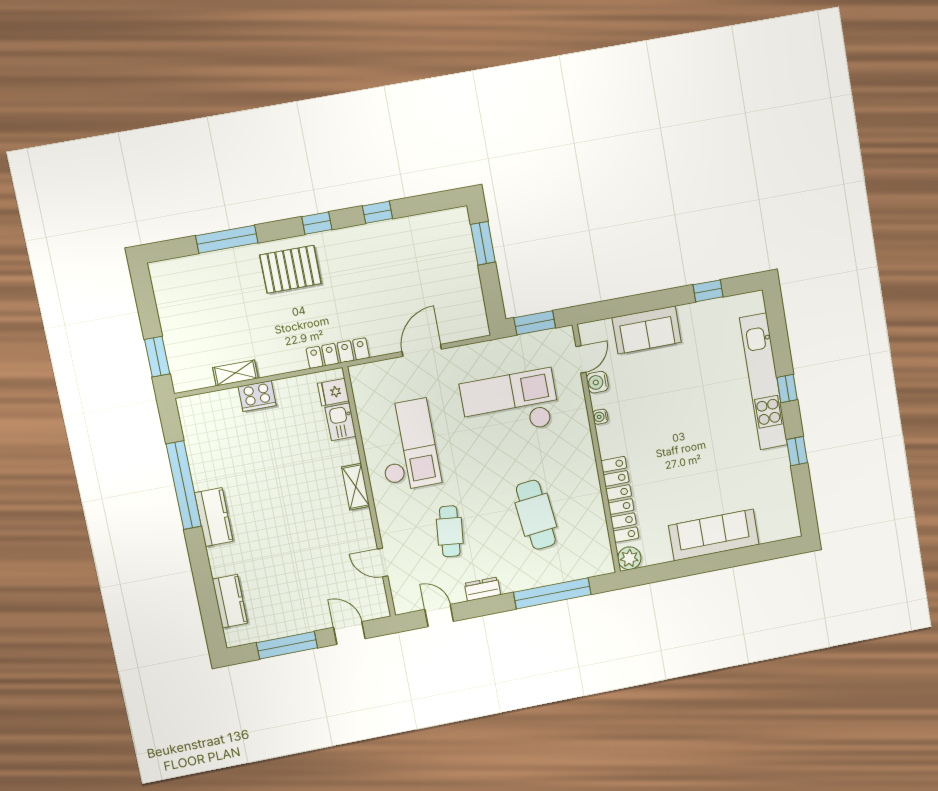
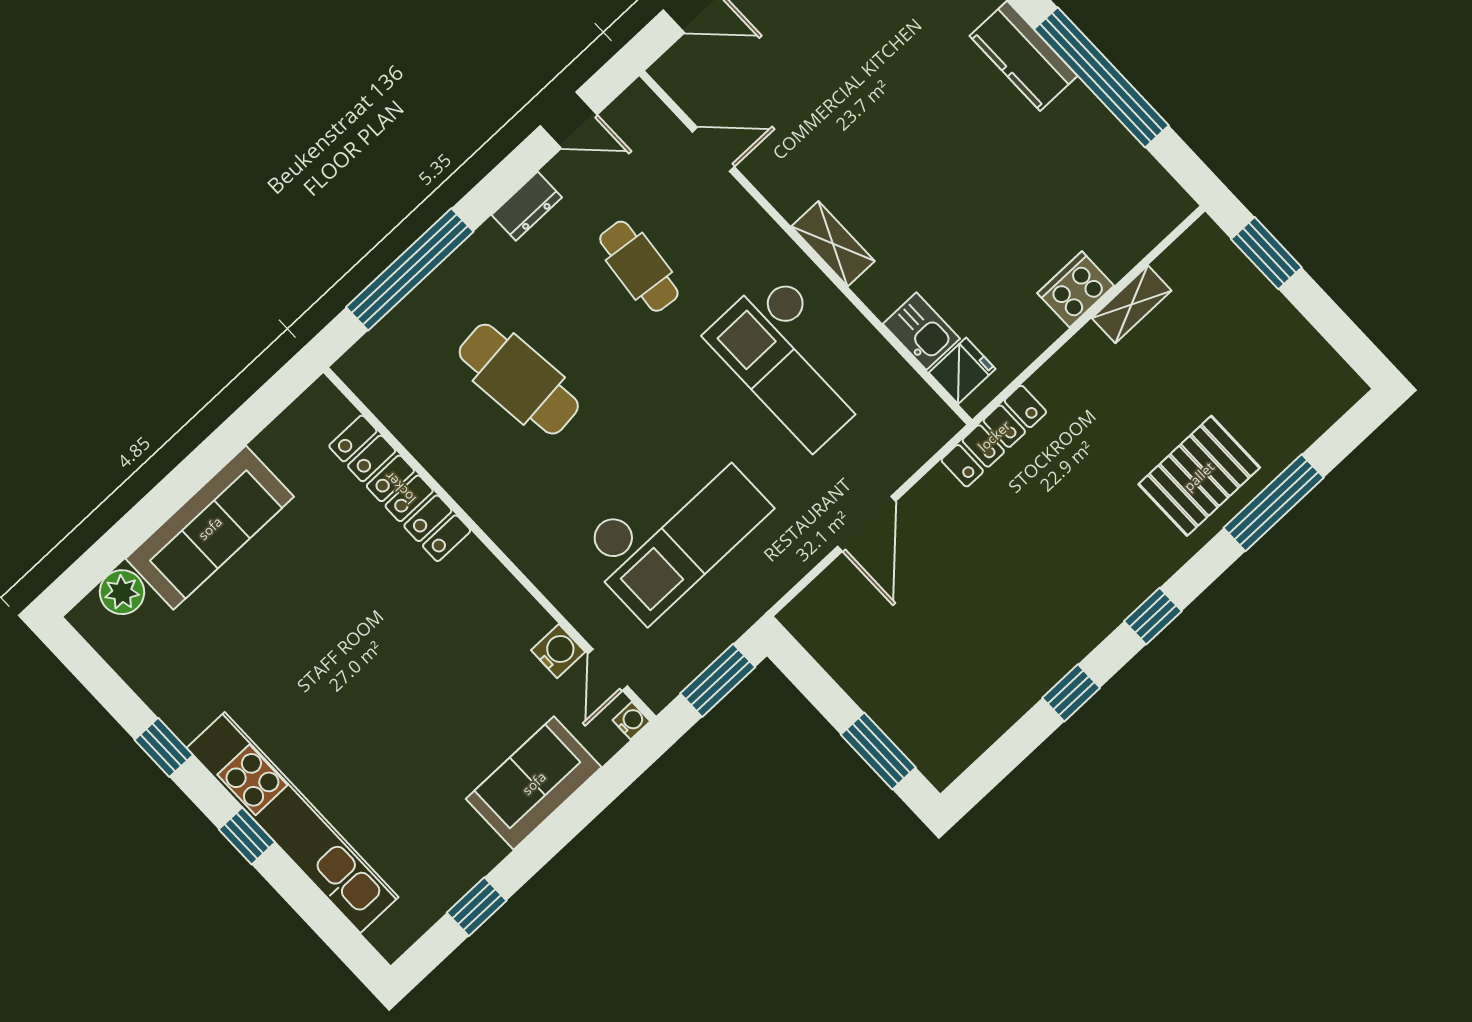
pallet: (290, 269) -> (1199, 476), moved
water cooler: (600, 417) -> (631, 721), moved
plant: (629, 558) -> (122, 592), moved

